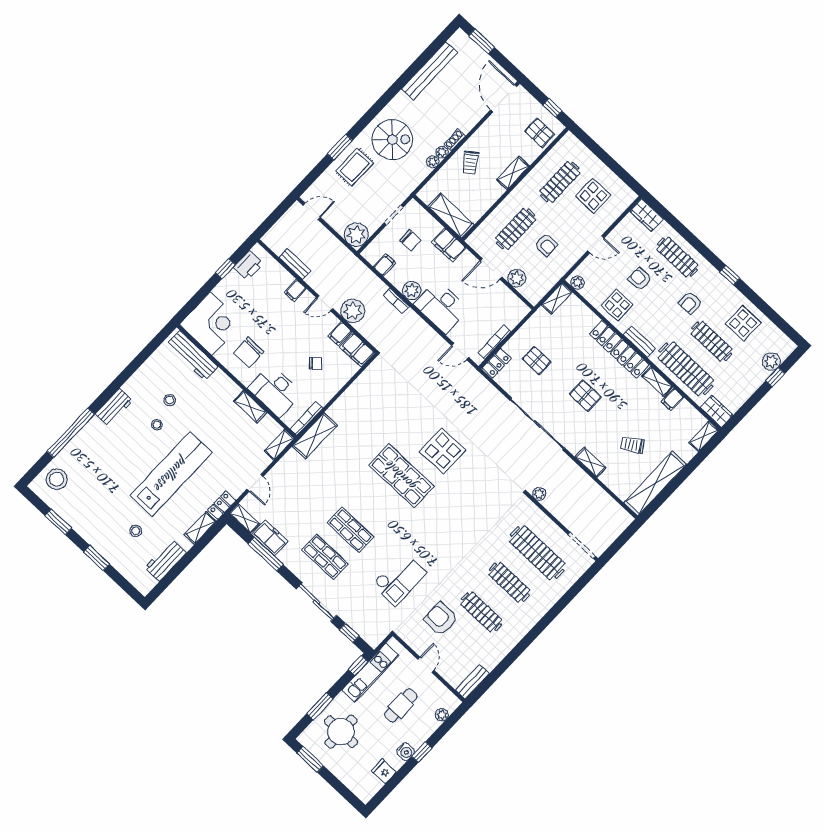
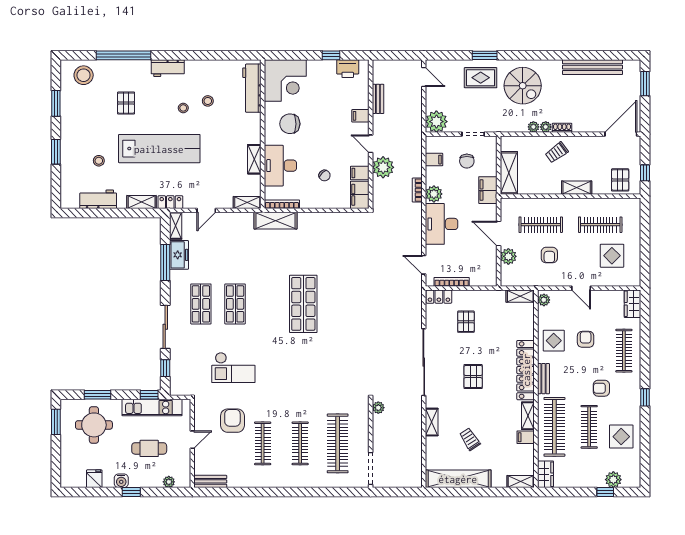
display table: (443, 451) -> (346, 316), removed
pallet: (110, 466) -> (126, 103), added

